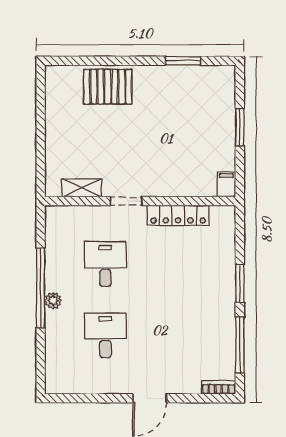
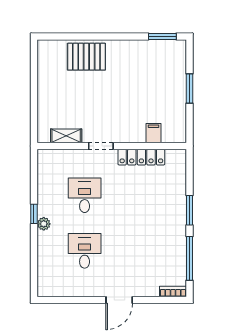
window: (183, 61) -> (162, 37), moved
filing cabinet: (226, 184) -> (154, 133), moved
window: (41, 288) -> (34, 214), width x0.32

